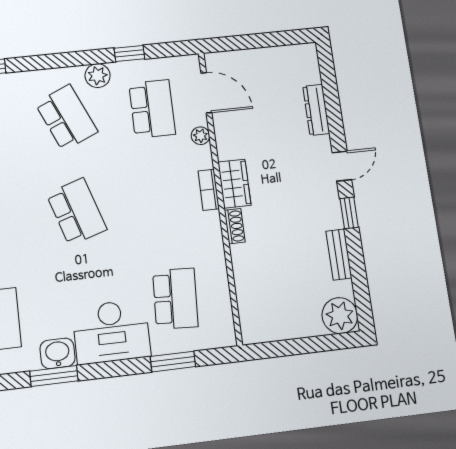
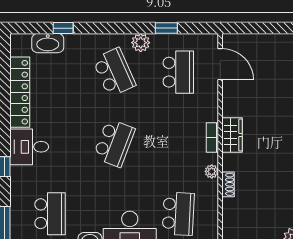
plant: (200, 136) -> (212, 171), moved
school desk: (76, 212) -> (114, 143), turned 39
shoe rack: (235, 226) -> (228, 184), moved

